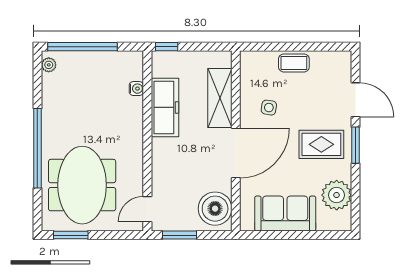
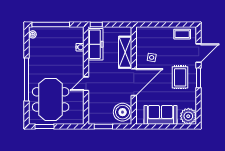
coffee table: (294, 63) -> (182, 34), moved
door: (355, 100) -> (199, 53), hinge flipped
freezer: (165, 107) -> (95, 44), moved
rug: (321, 144) -> (180, 77), turned 90
plant: (337, 195) -> (188, 116), moved
door: (147, 209) -> (86, 84), moved

